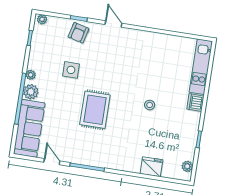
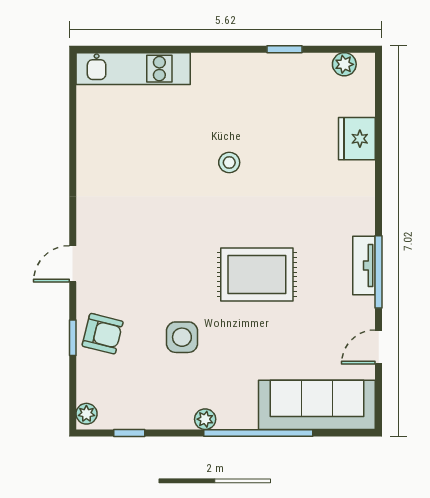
plant: (31, 92) -> (240, 413), removed
dishwasher: (195, 103) -> (209, 68), removed
tv unit: (91, 161) -> (364, 266), added

